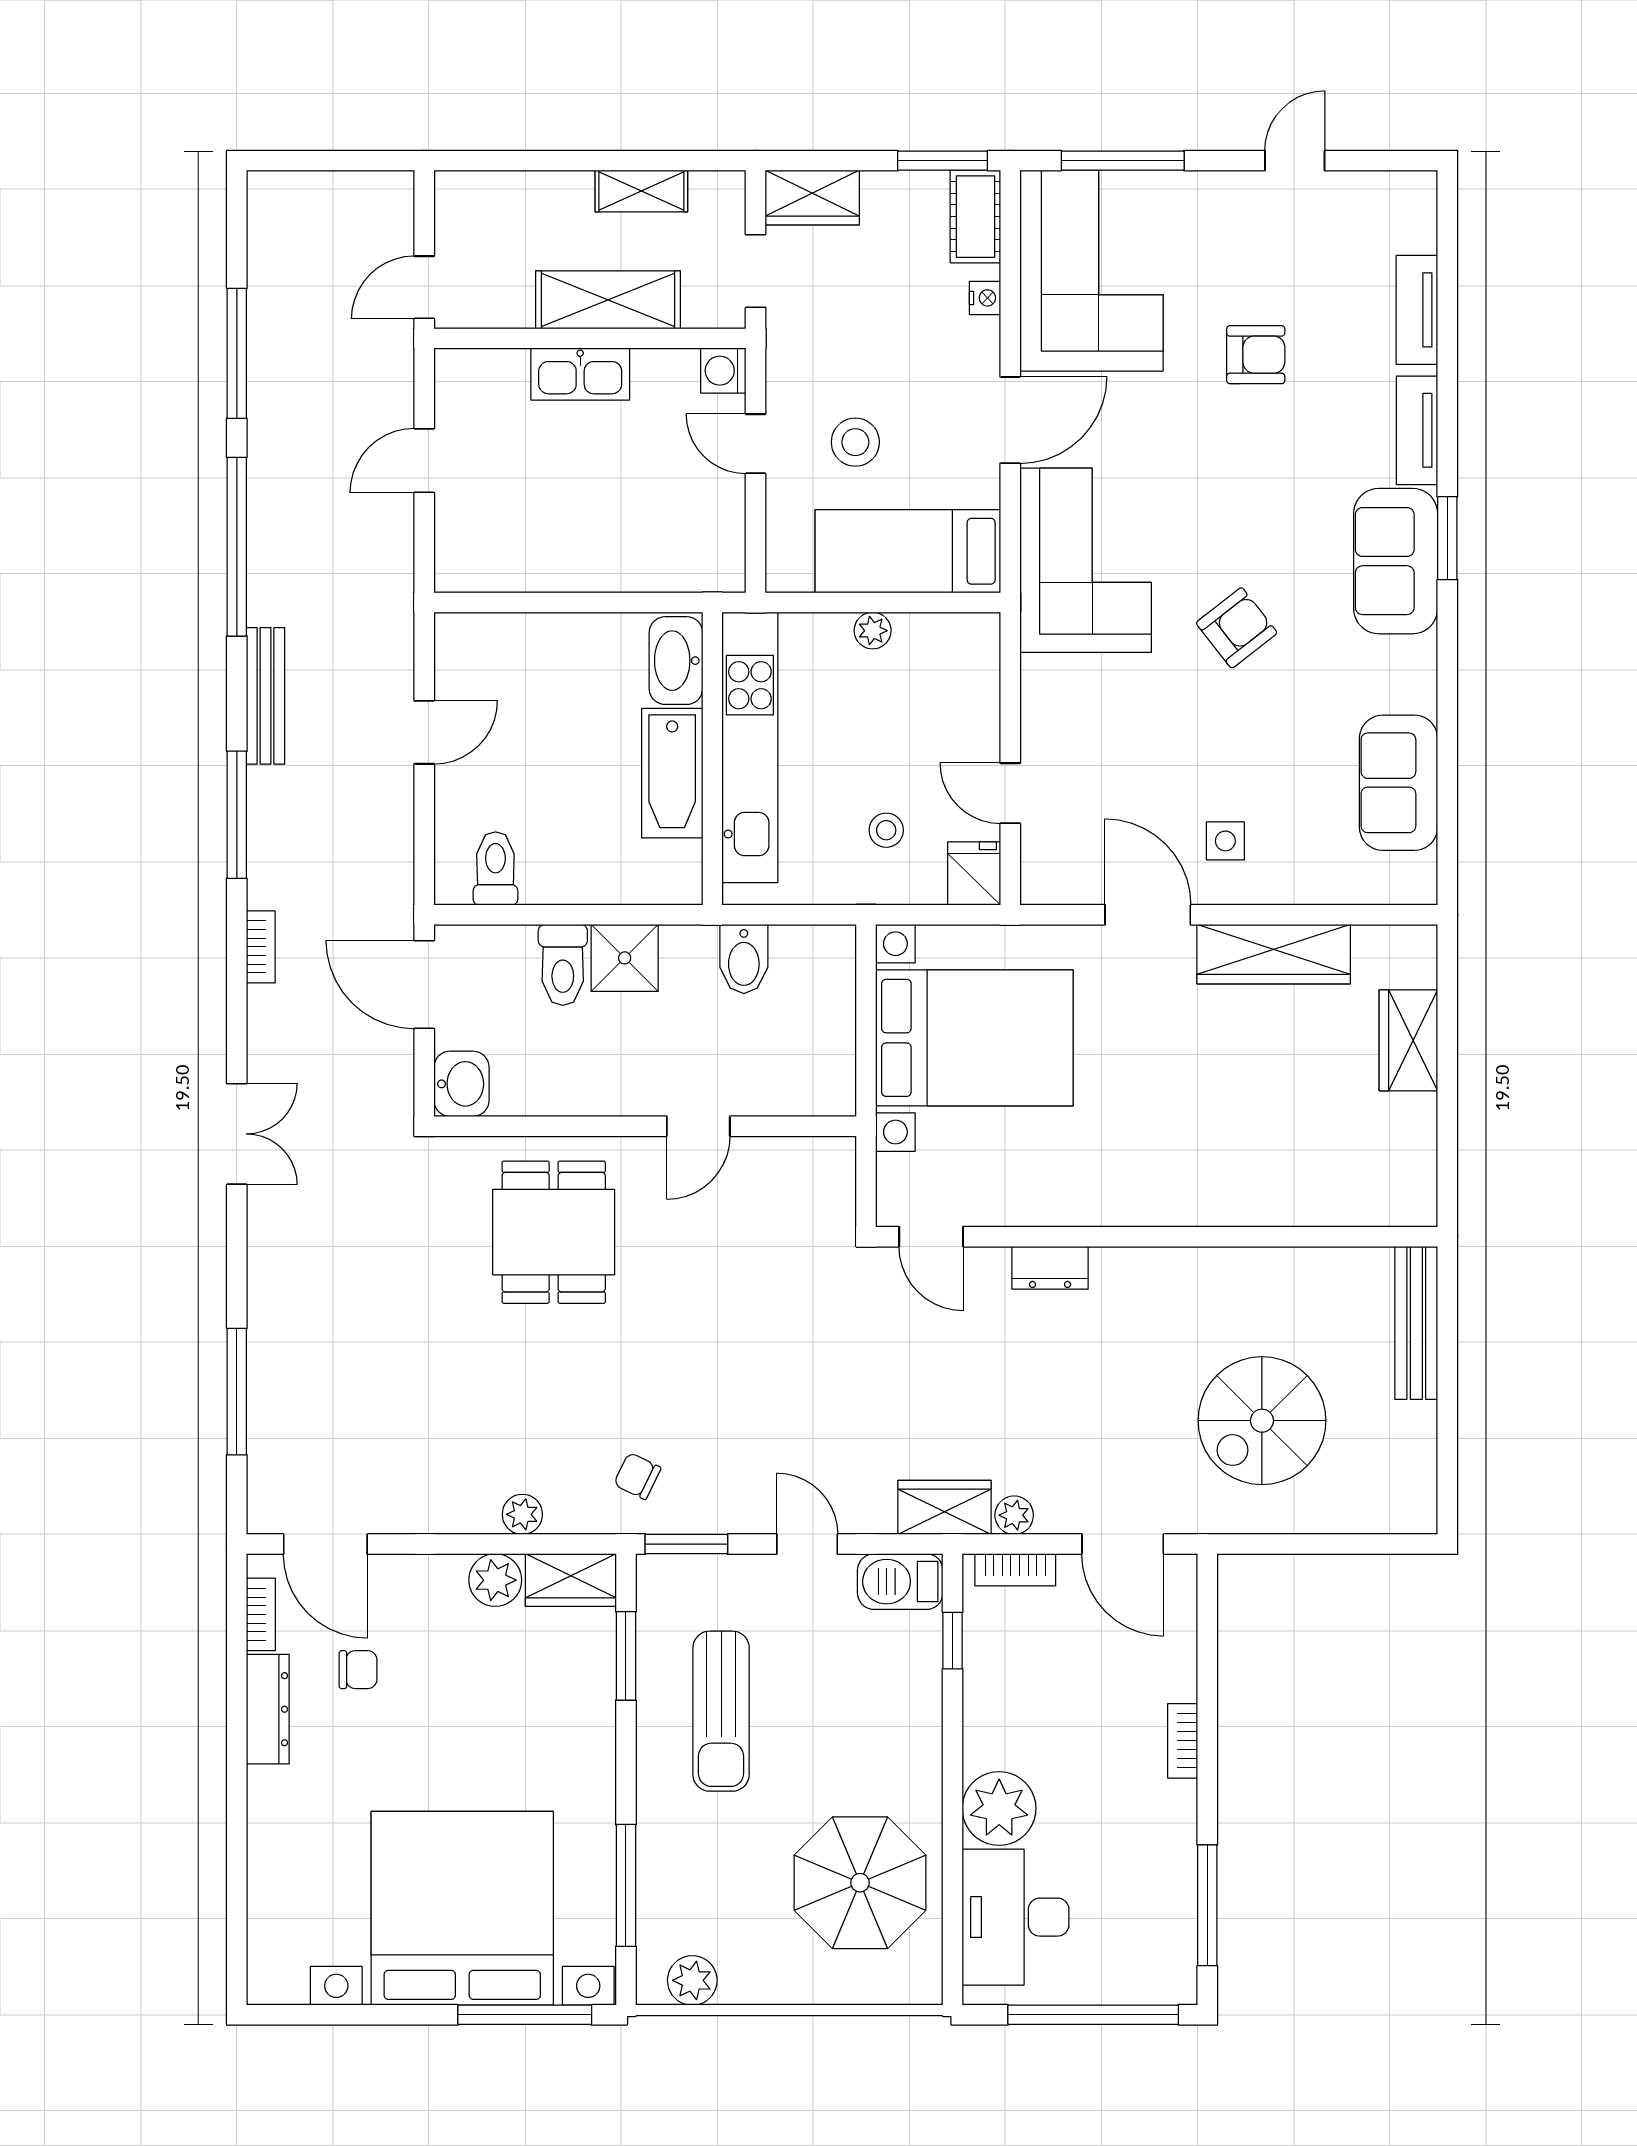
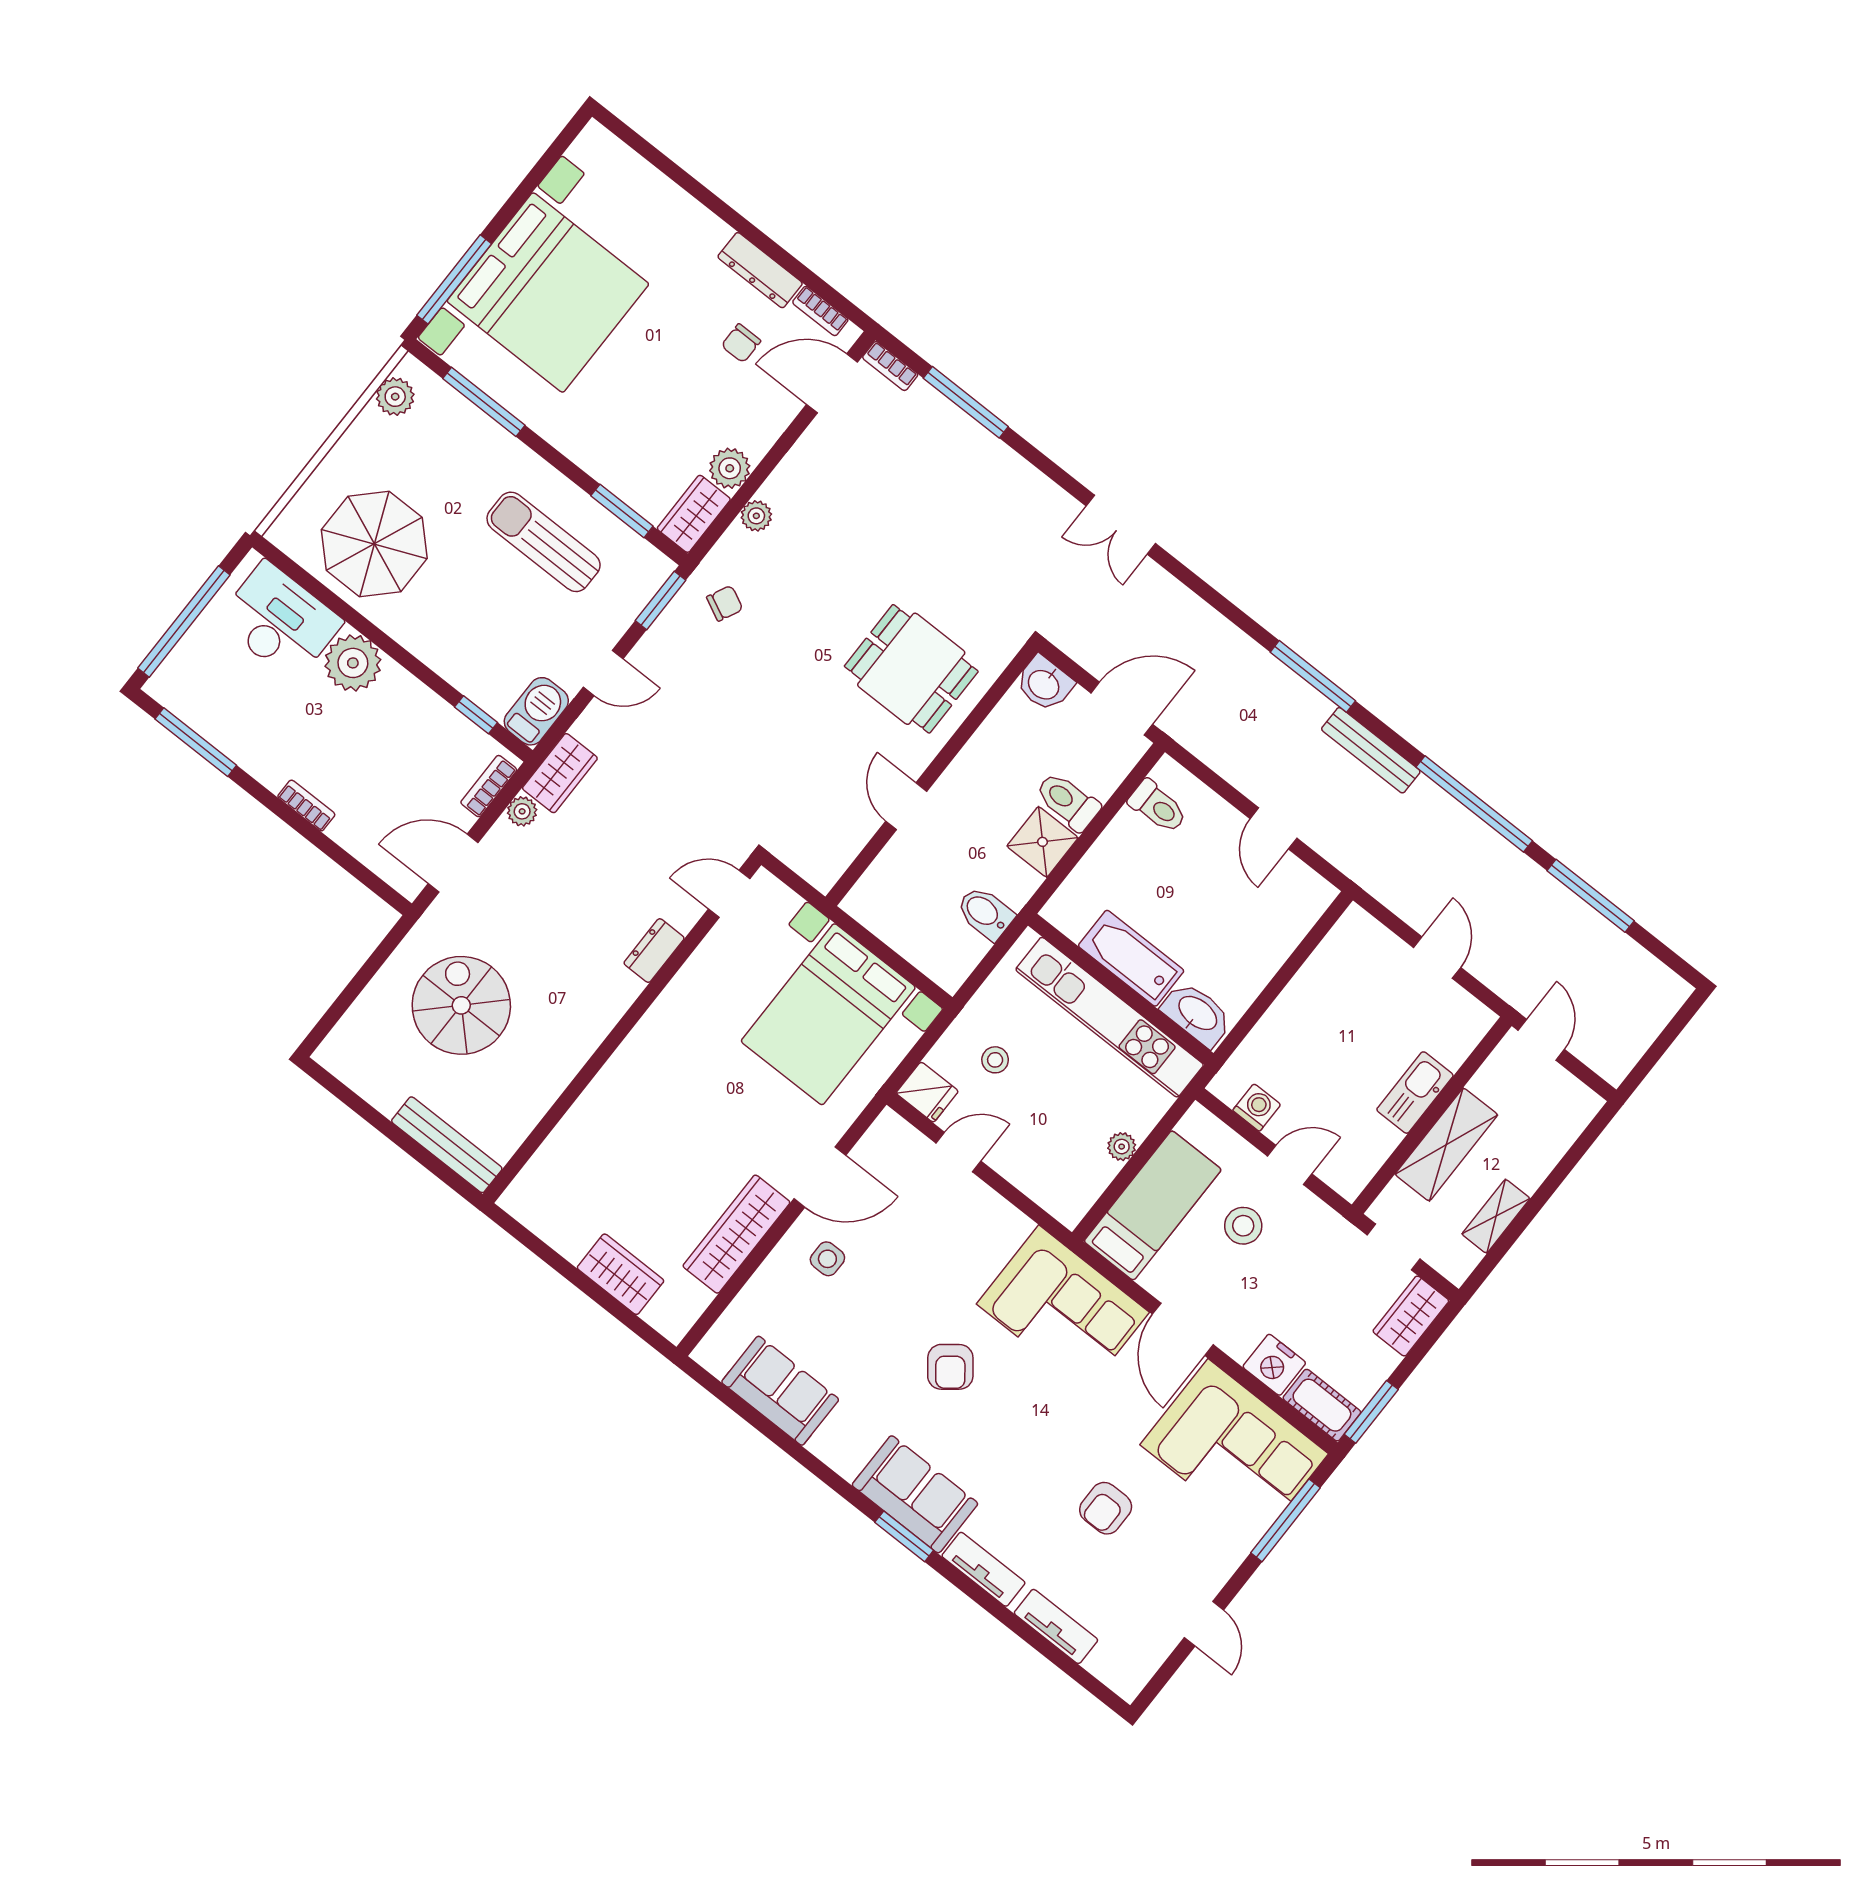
nightstand: (985, 298) -> (1274, 1365), width x1.89, depth x1.79
washing machine: (723, 371) -> (1257, 1107), moved
bookcase: (261, 947) -> (890, 366), moved

